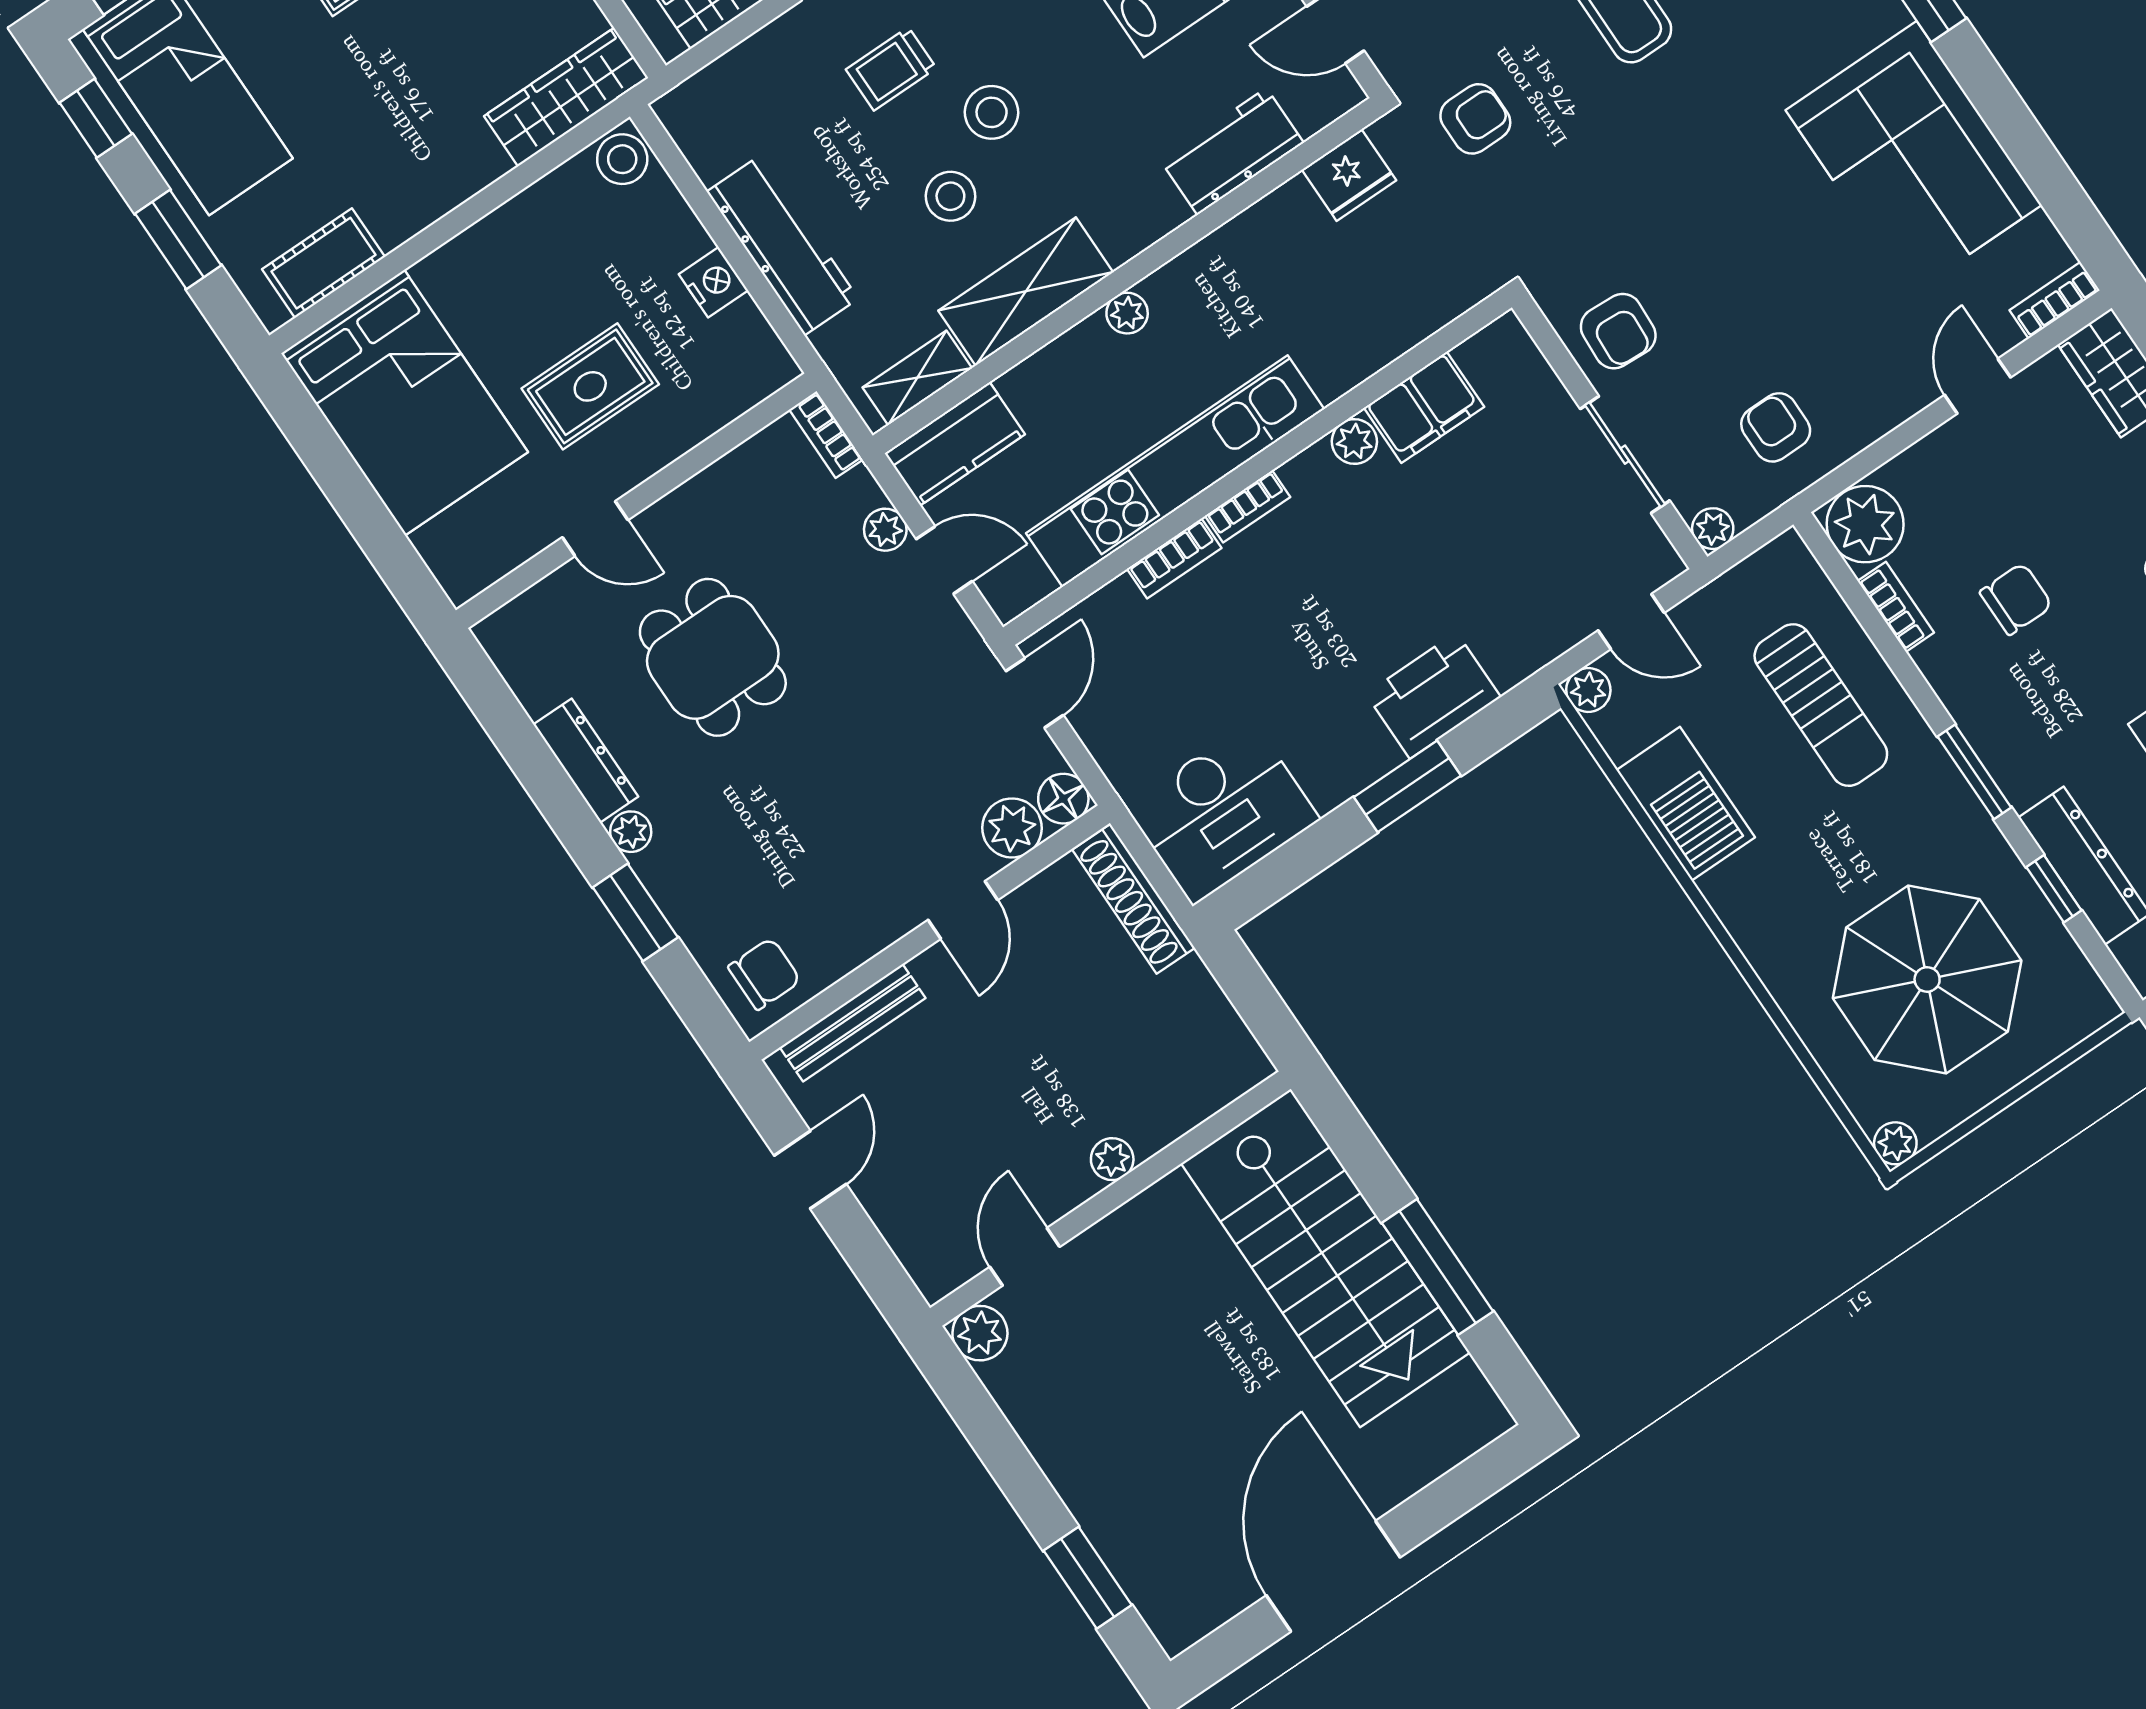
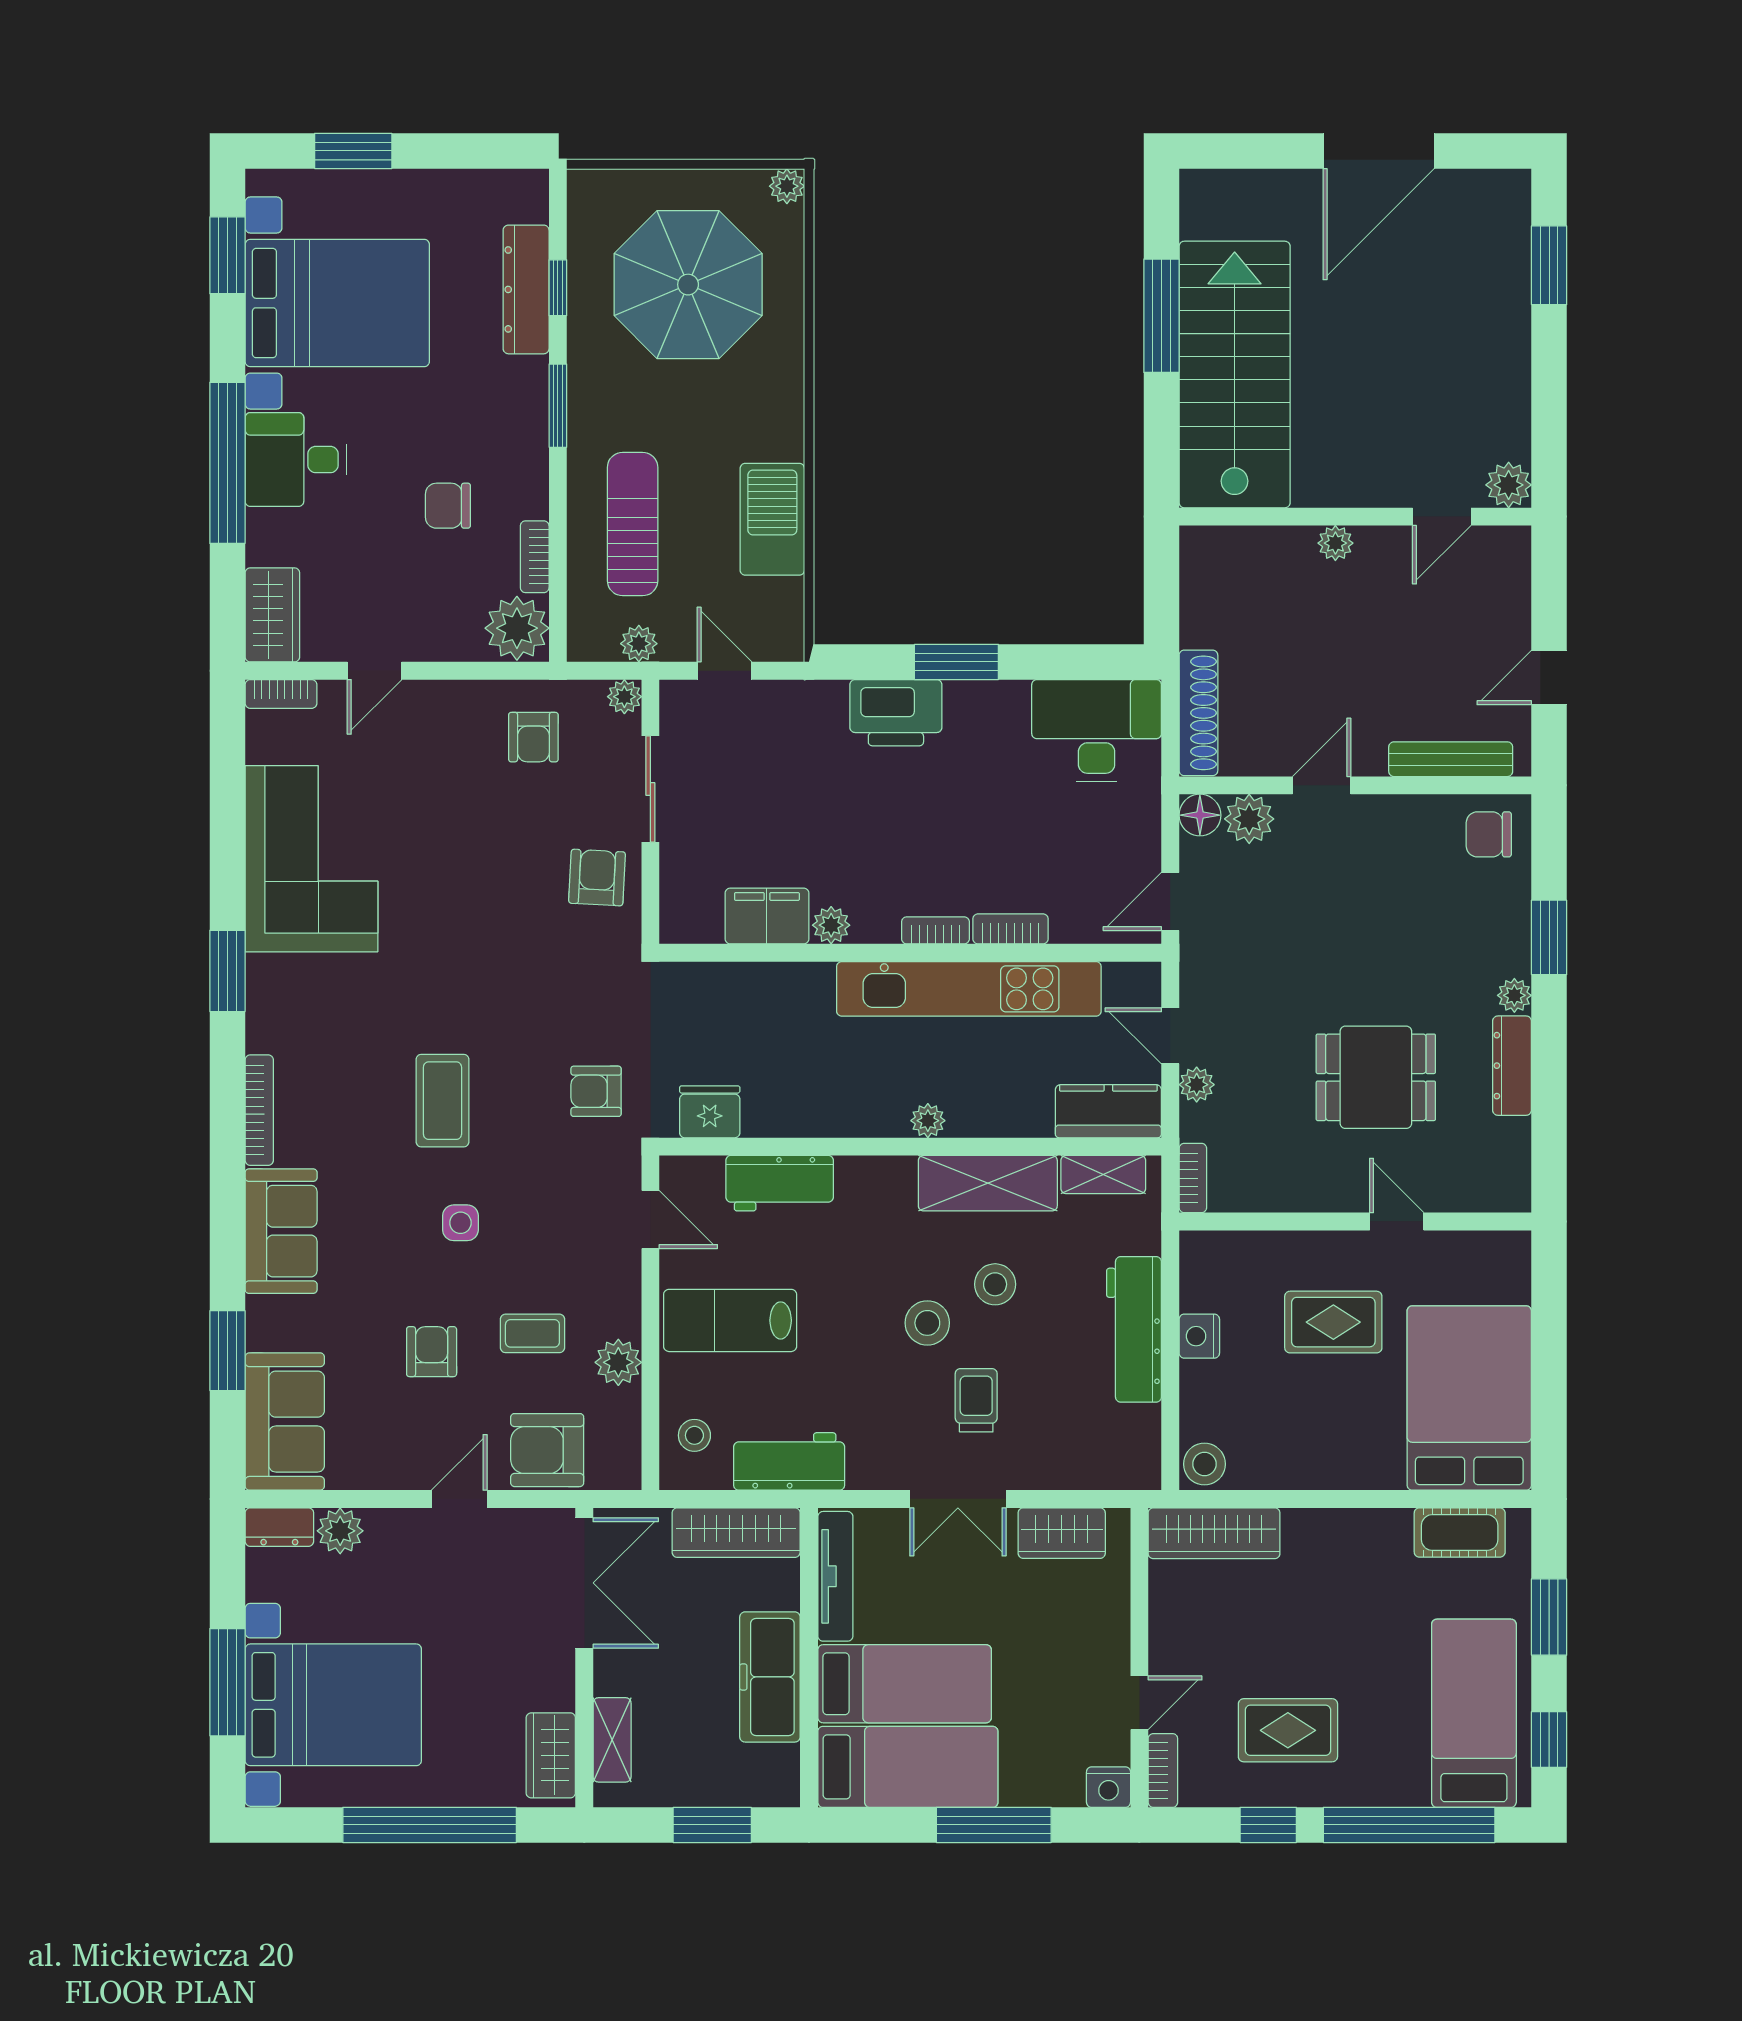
trolley: (891, 69) -> (976, 1400), turned -90
dining table: (713, 657) -> (1376, 1077), turned 90
plant: (1588, 690) -> (639, 644), moved

